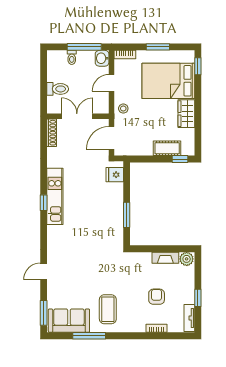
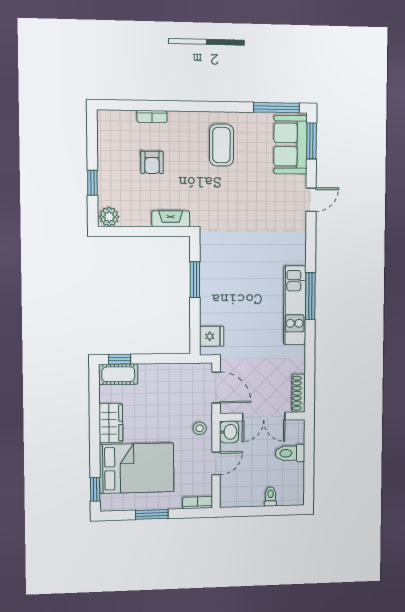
window: (84, 47) -> (253, 511), removed
washbasin: (102, 58) -> (229, 432), moved
door: (111, 138) -> (216, 387), hinge flipped
cot: (167, 148) -> (118, 374), moved
window: (44, 203) -> (310, 296), width x2.17
fireplace: (165, 258) -> (171, 219), moved
window: (198, 298) -> (92, 183), moved
tv unit: (189, 318) -> (104, 131), removed
sofa: (69, 321) -> (290, 145), moved, turned 90
window: (89, 336) -> (276, 108), moved

